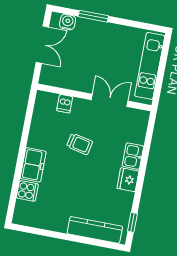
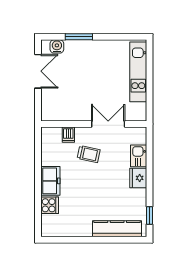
wall: (94, 97) -> (94, 124), moved
double door: (110, 100) -> (108, 124), moved
dishwasher: (65, 104) -> (68, 135), moved

